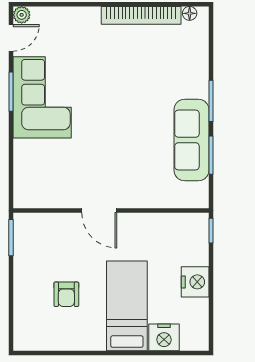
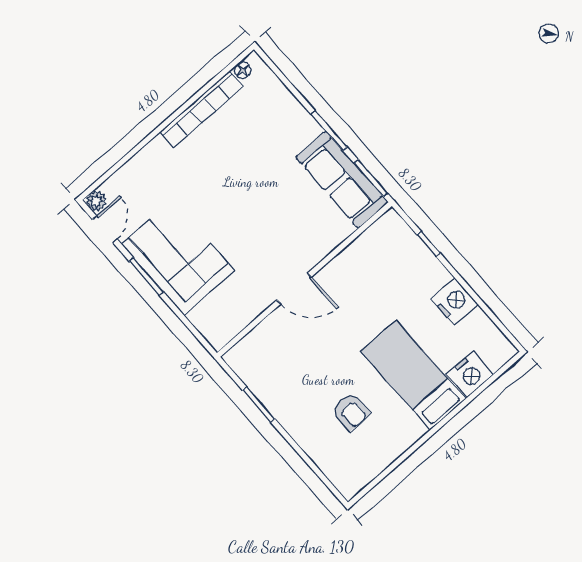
door: (99, 211) -> (294, 288), moved
wall: (111, 211) -> (304, 280), moved

